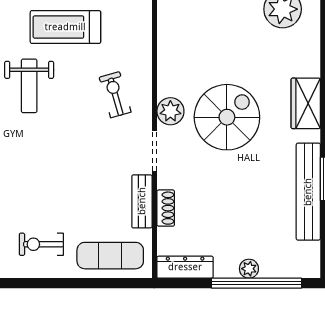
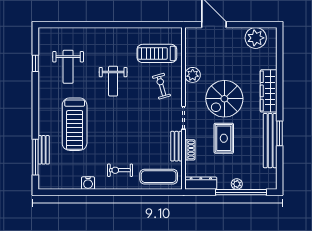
treadmill: (65, 27) -> (157, 53), moved
wardrobe: (306, 103) -> (269, 91), width x1.50
plant: (170, 111) -> (193, 75), moved
spiral stairs: (227, 117) -> (224, 99), turned 180
rug: (226, 187) -> (224, 138), added

